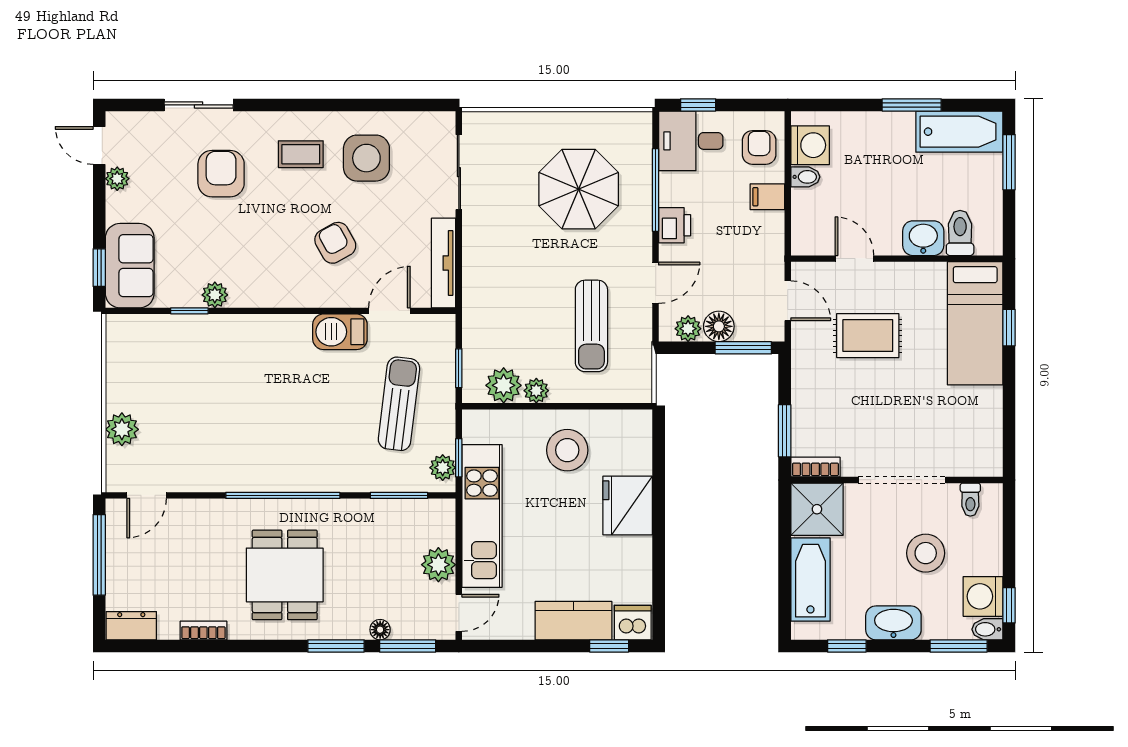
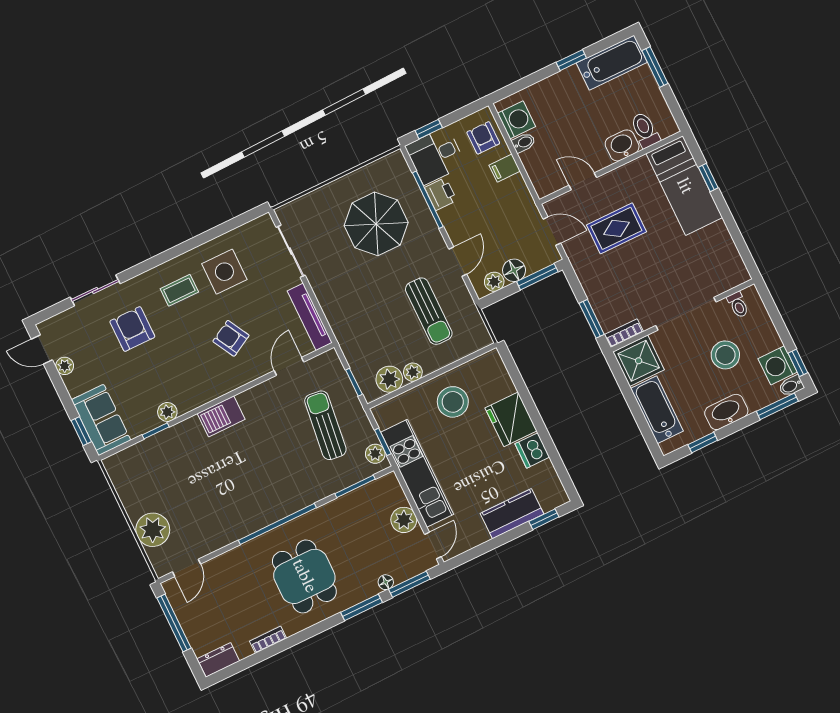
window: (912, 105) -> (571, 60), width x0.67
printer: (675, 225) -> (441, 194), moved
barbecue: (340, 332) -> (221, 416), moved
plant: (122, 429) -> (153, 530), width x1.36, depth x1.36
dishwasher: (633, 623) -> (532, 450), moved, turned -90

